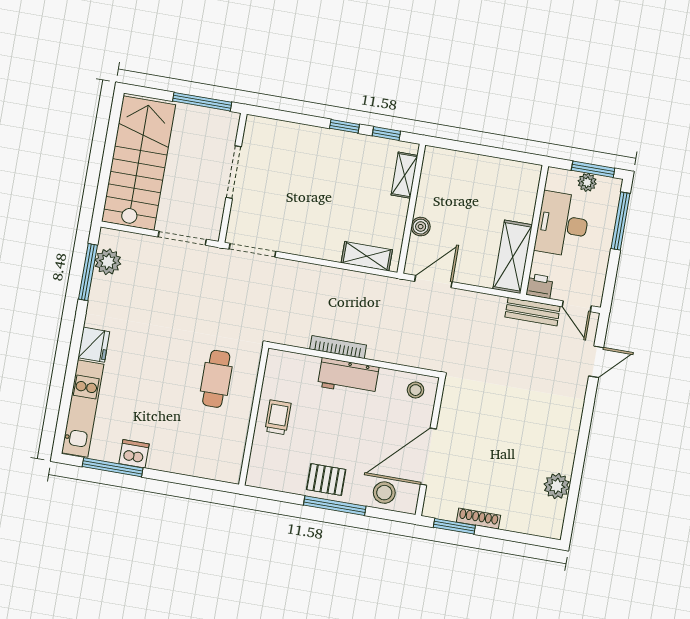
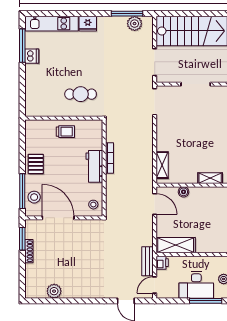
desk: (562, 224) -> (196, 285), moved, turned 180
window: (335, 506) -> (22, 191), moved

